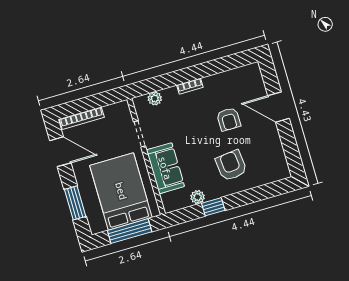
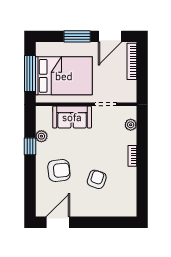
door: (279, 107) -> (58, 222), moved
armchair: (229, 119) -> (97, 179), turned 109
window: (75, 203) -> (77, 36), moved

